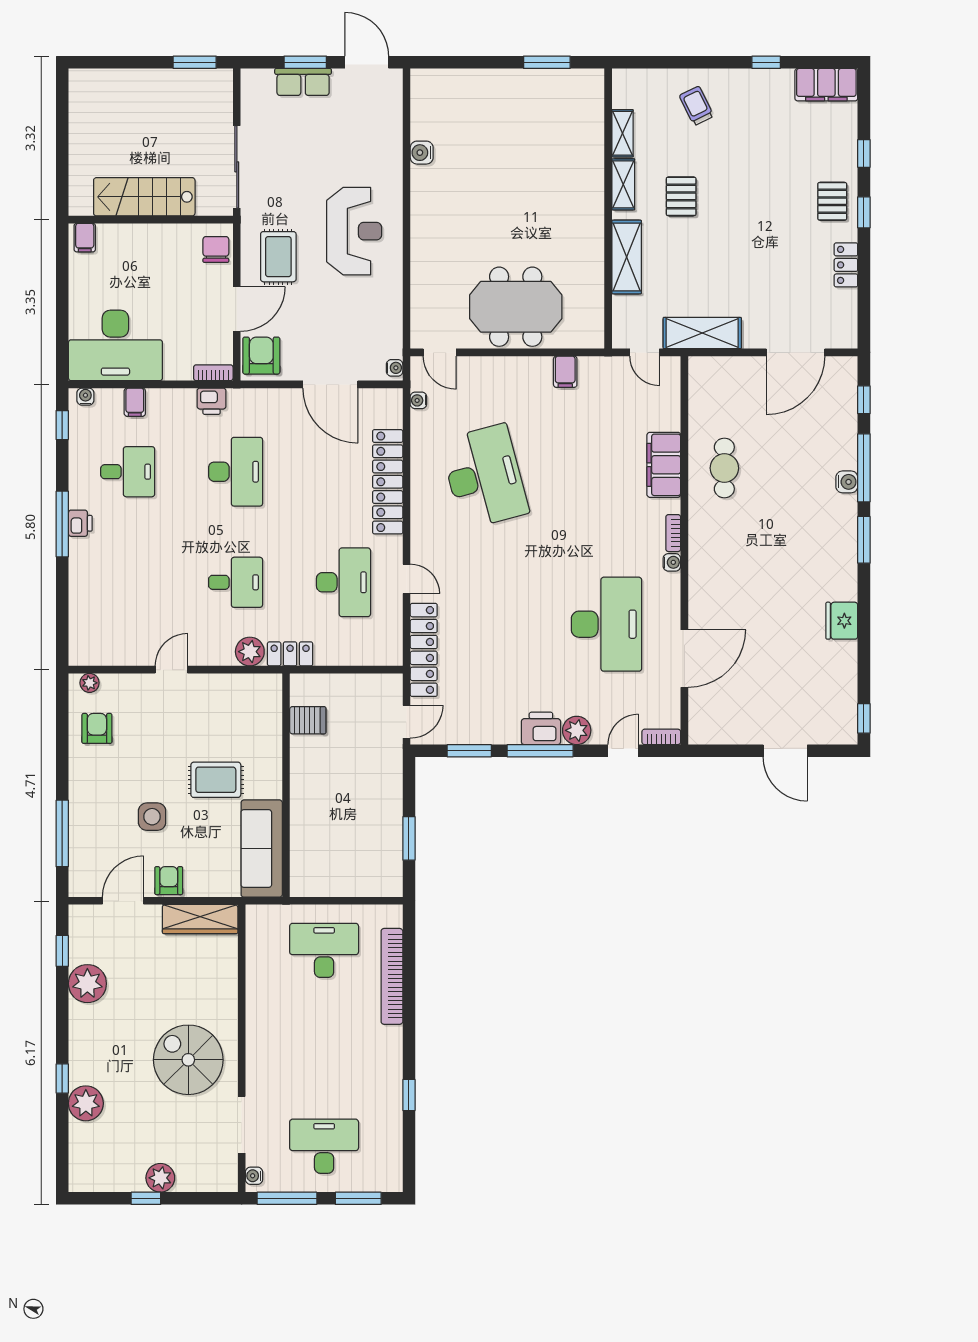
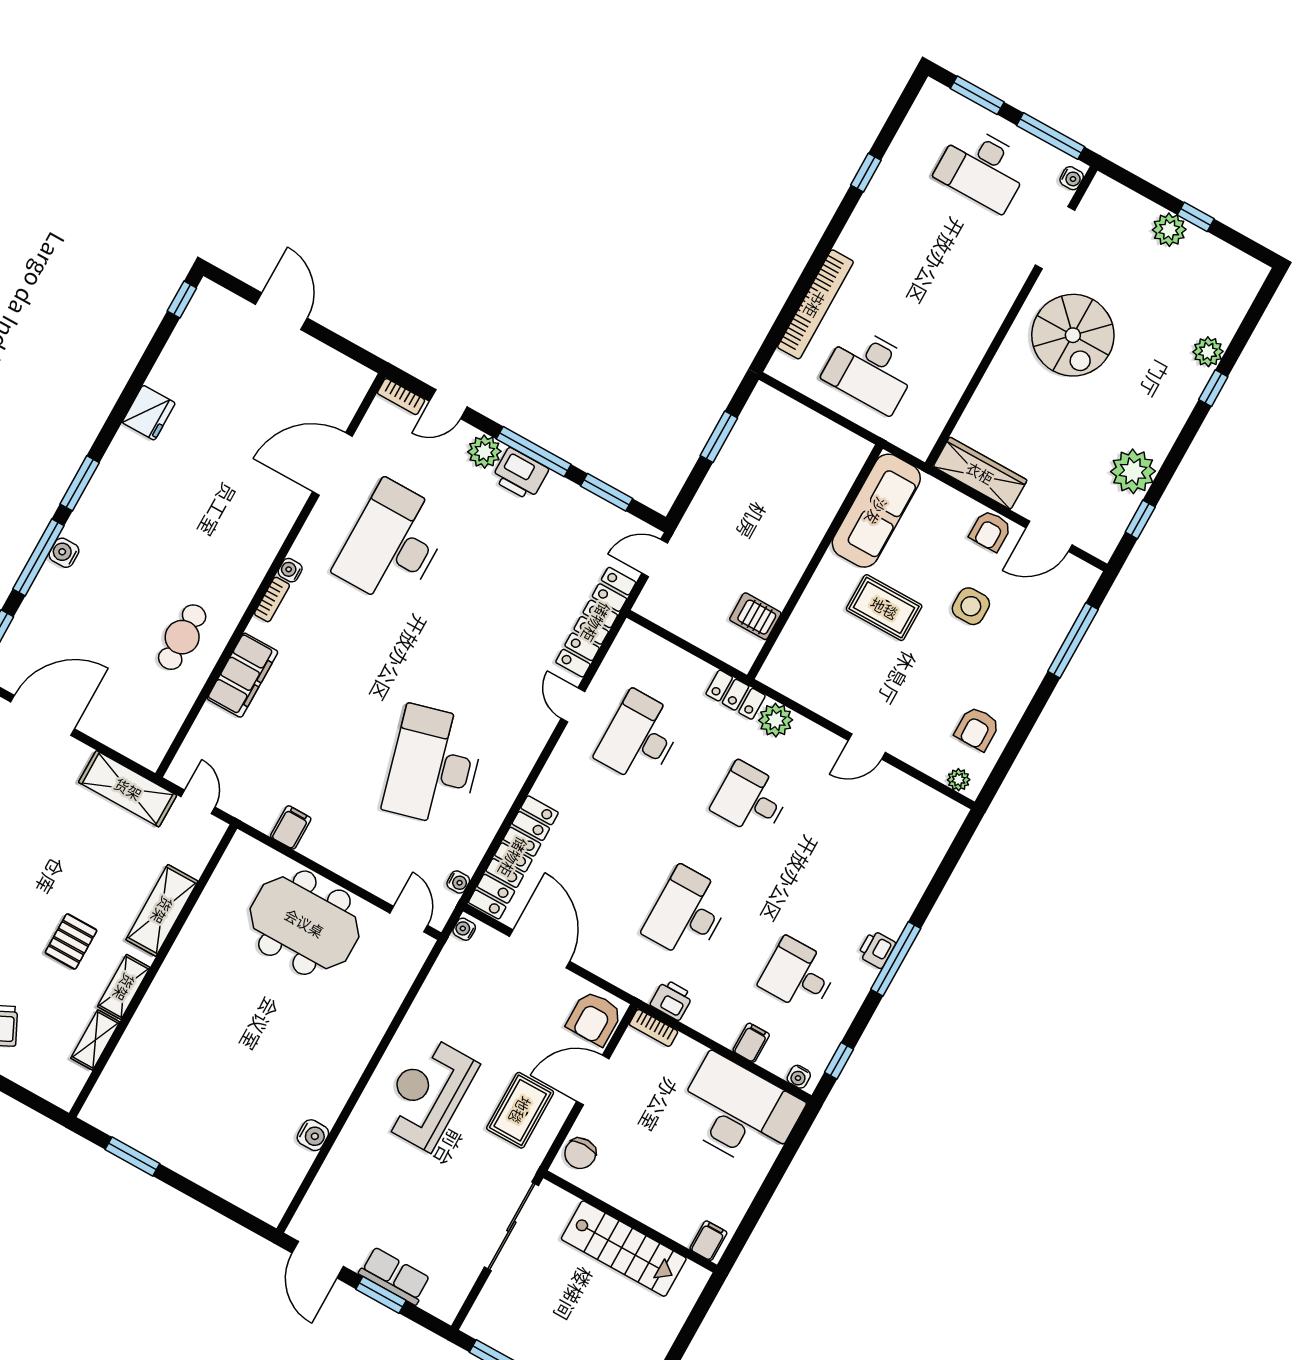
locker: (388, 482) -> (513, 857), moved
plant: (86, 1103) -> (1208, 352), width x0.73, depth x0.73

